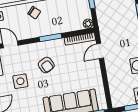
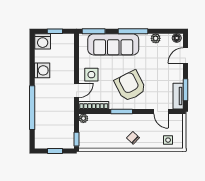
armchair: (46, 65) -> (130, 86), width x1.88, depth x1.88
side table: (20, 81) -> (91, 75), moved

